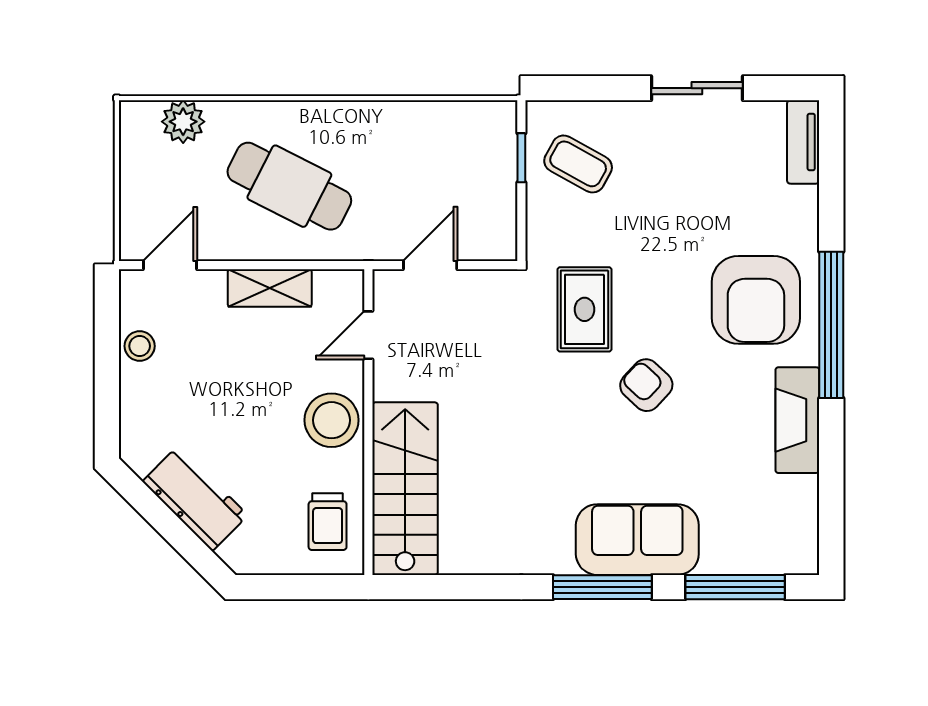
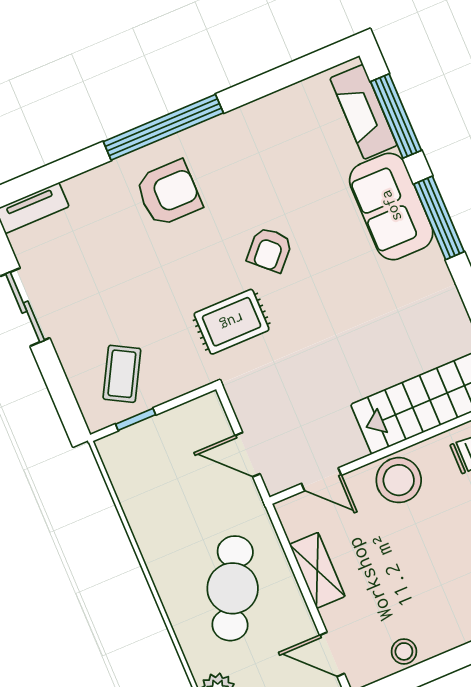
armchair: (756, 300) -> (169, 193), width x0.73, depth x0.73
fireplace: (797, 420) -> (364, 112), moved, turned 90

